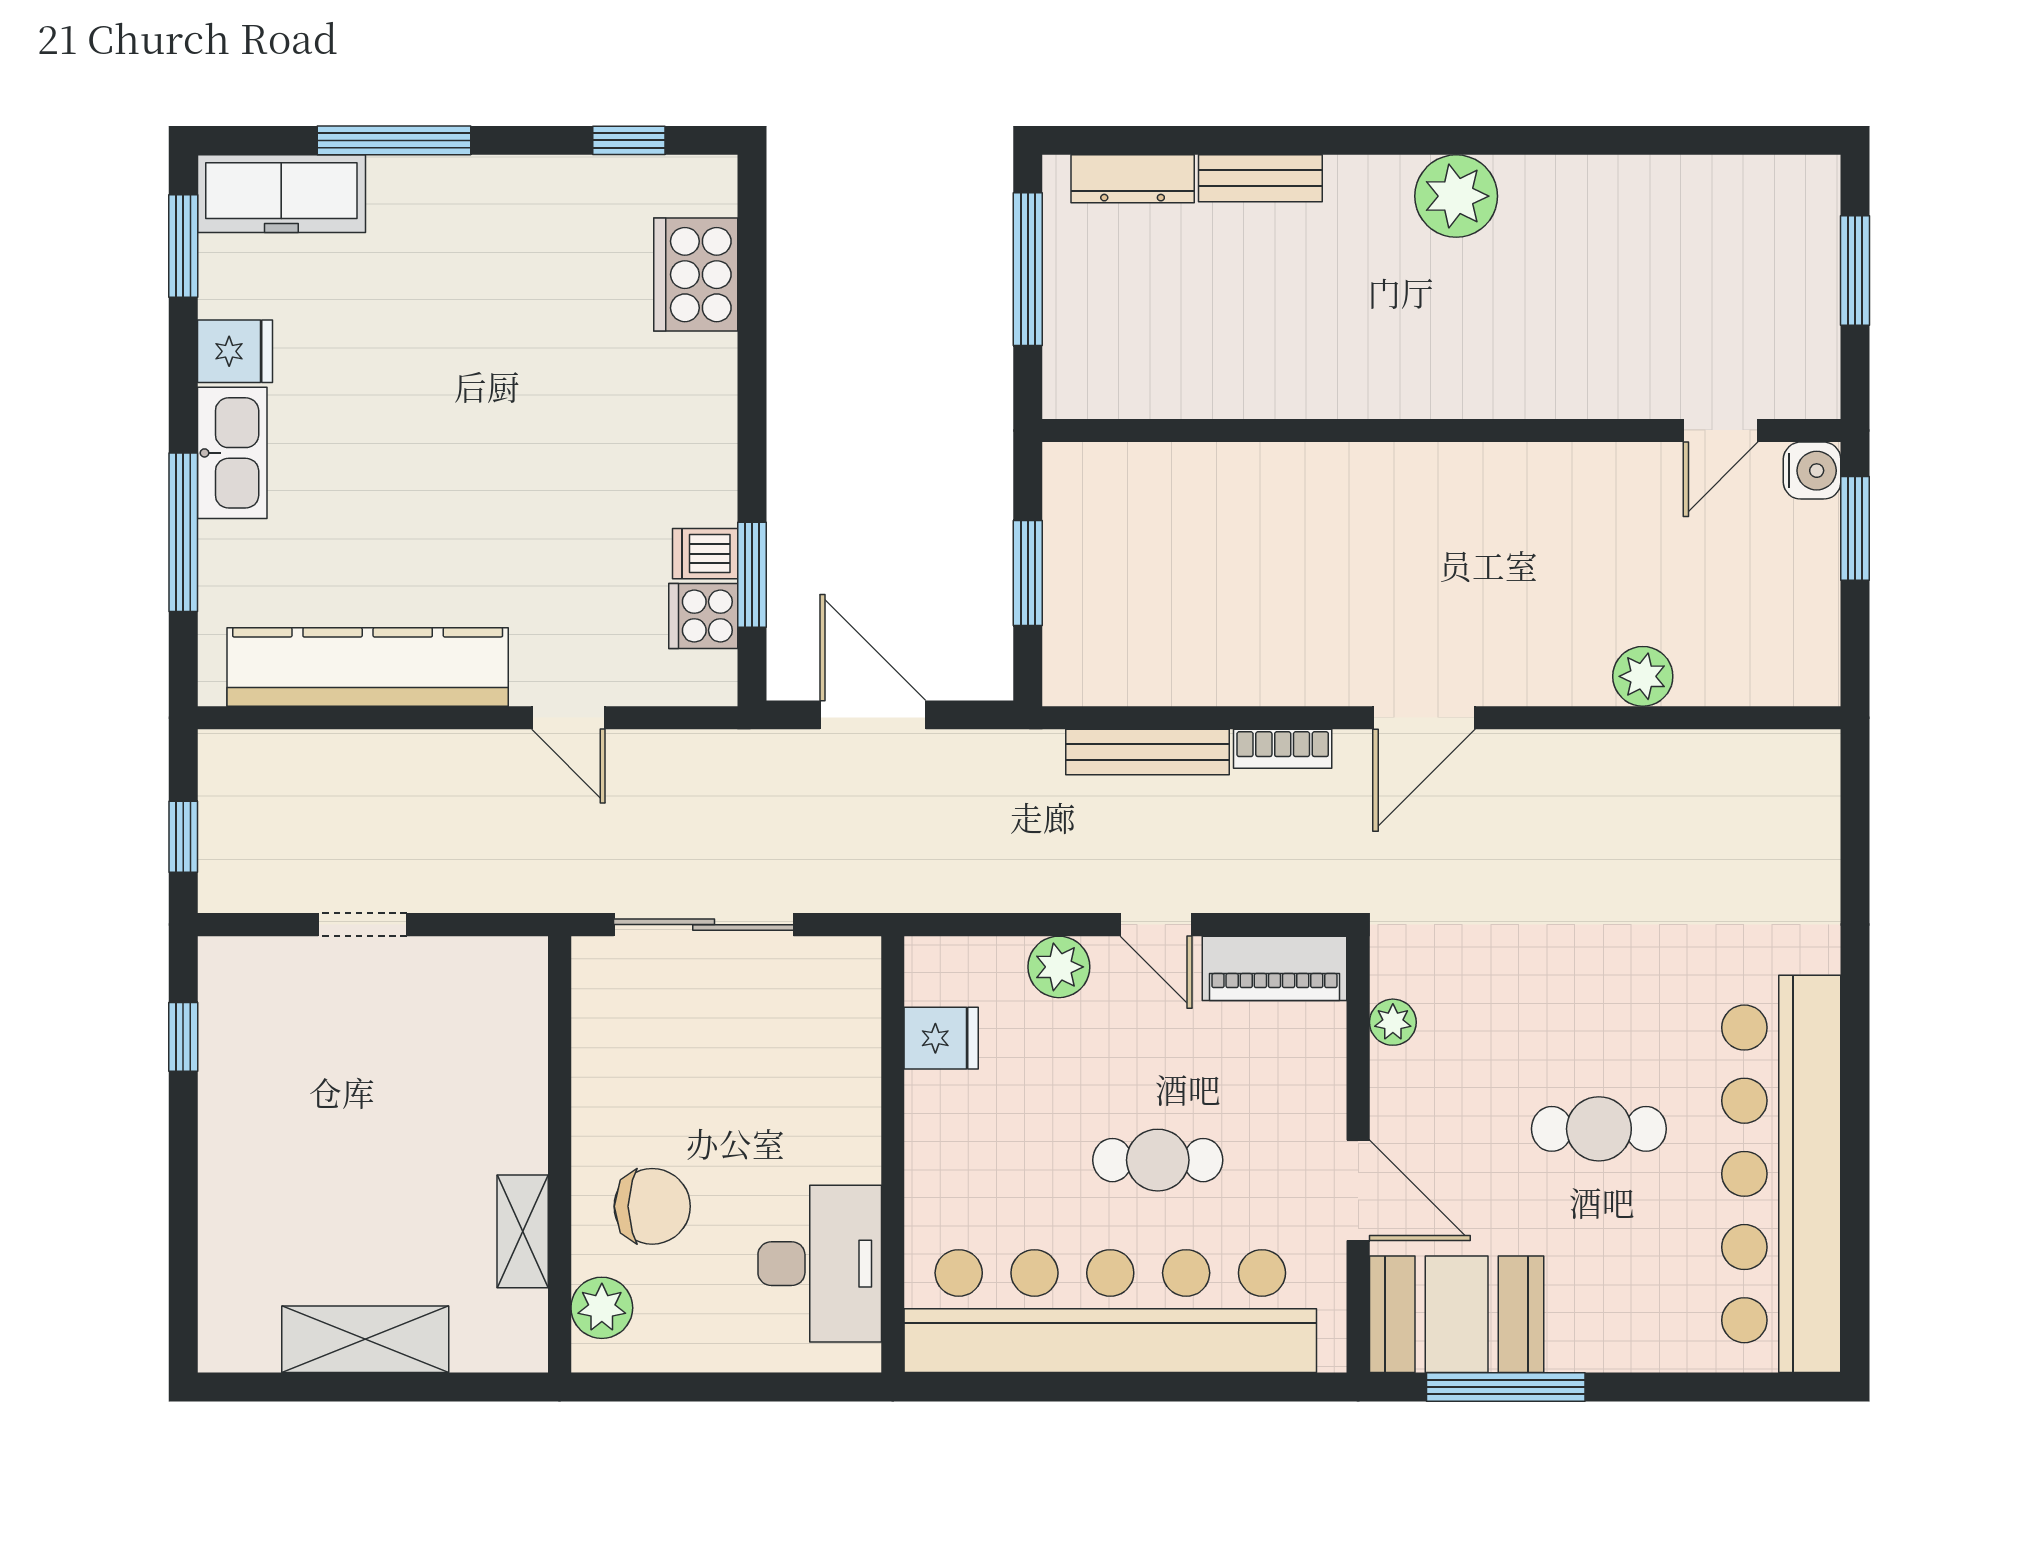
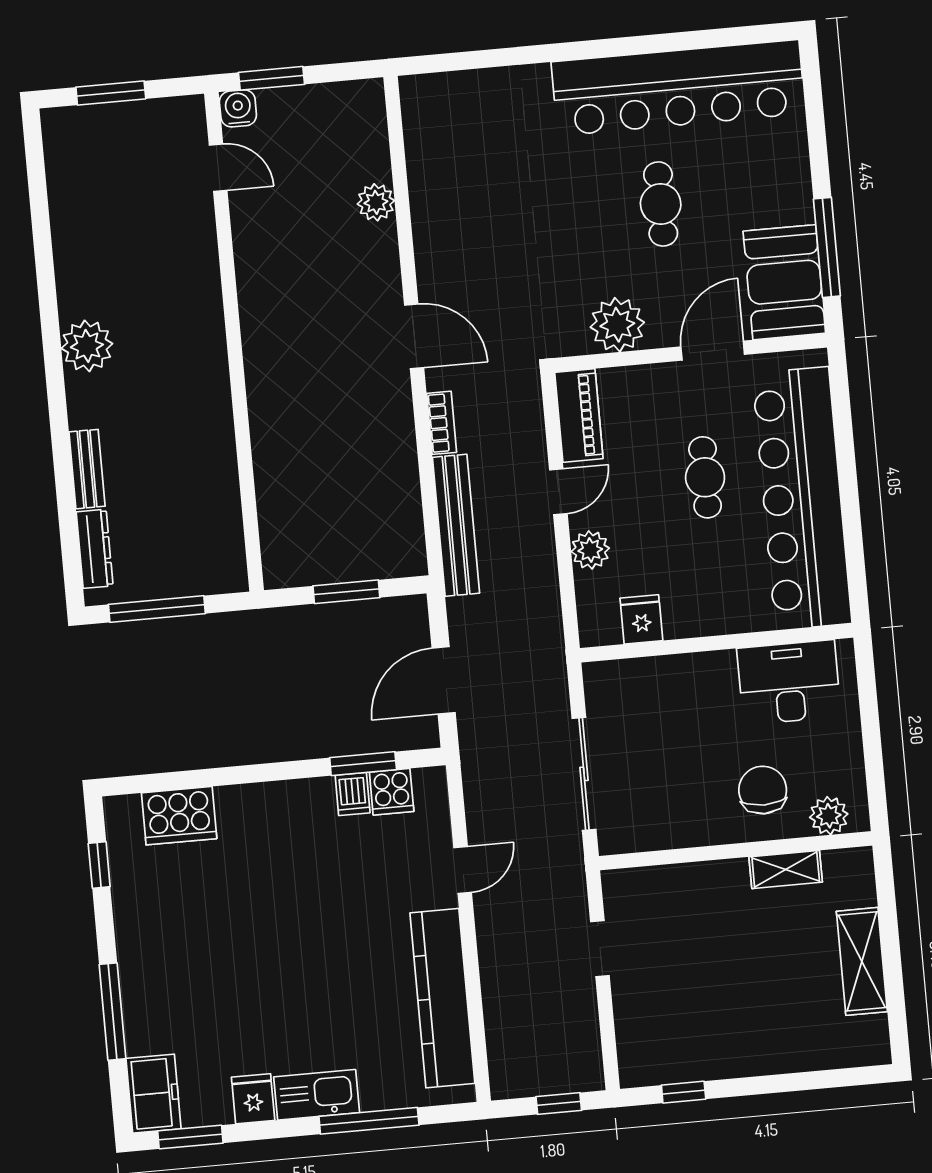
freezer: (281, 194) -> (154, 1094), width x0.71
bench: (1148, 752) -> (456, 525), width x1.37, depth x1.21
doorway: (362, 925) -> (600, 949), moved
plant: (1393, 1022) -> (617, 325), width x1.88, depth x1.88

